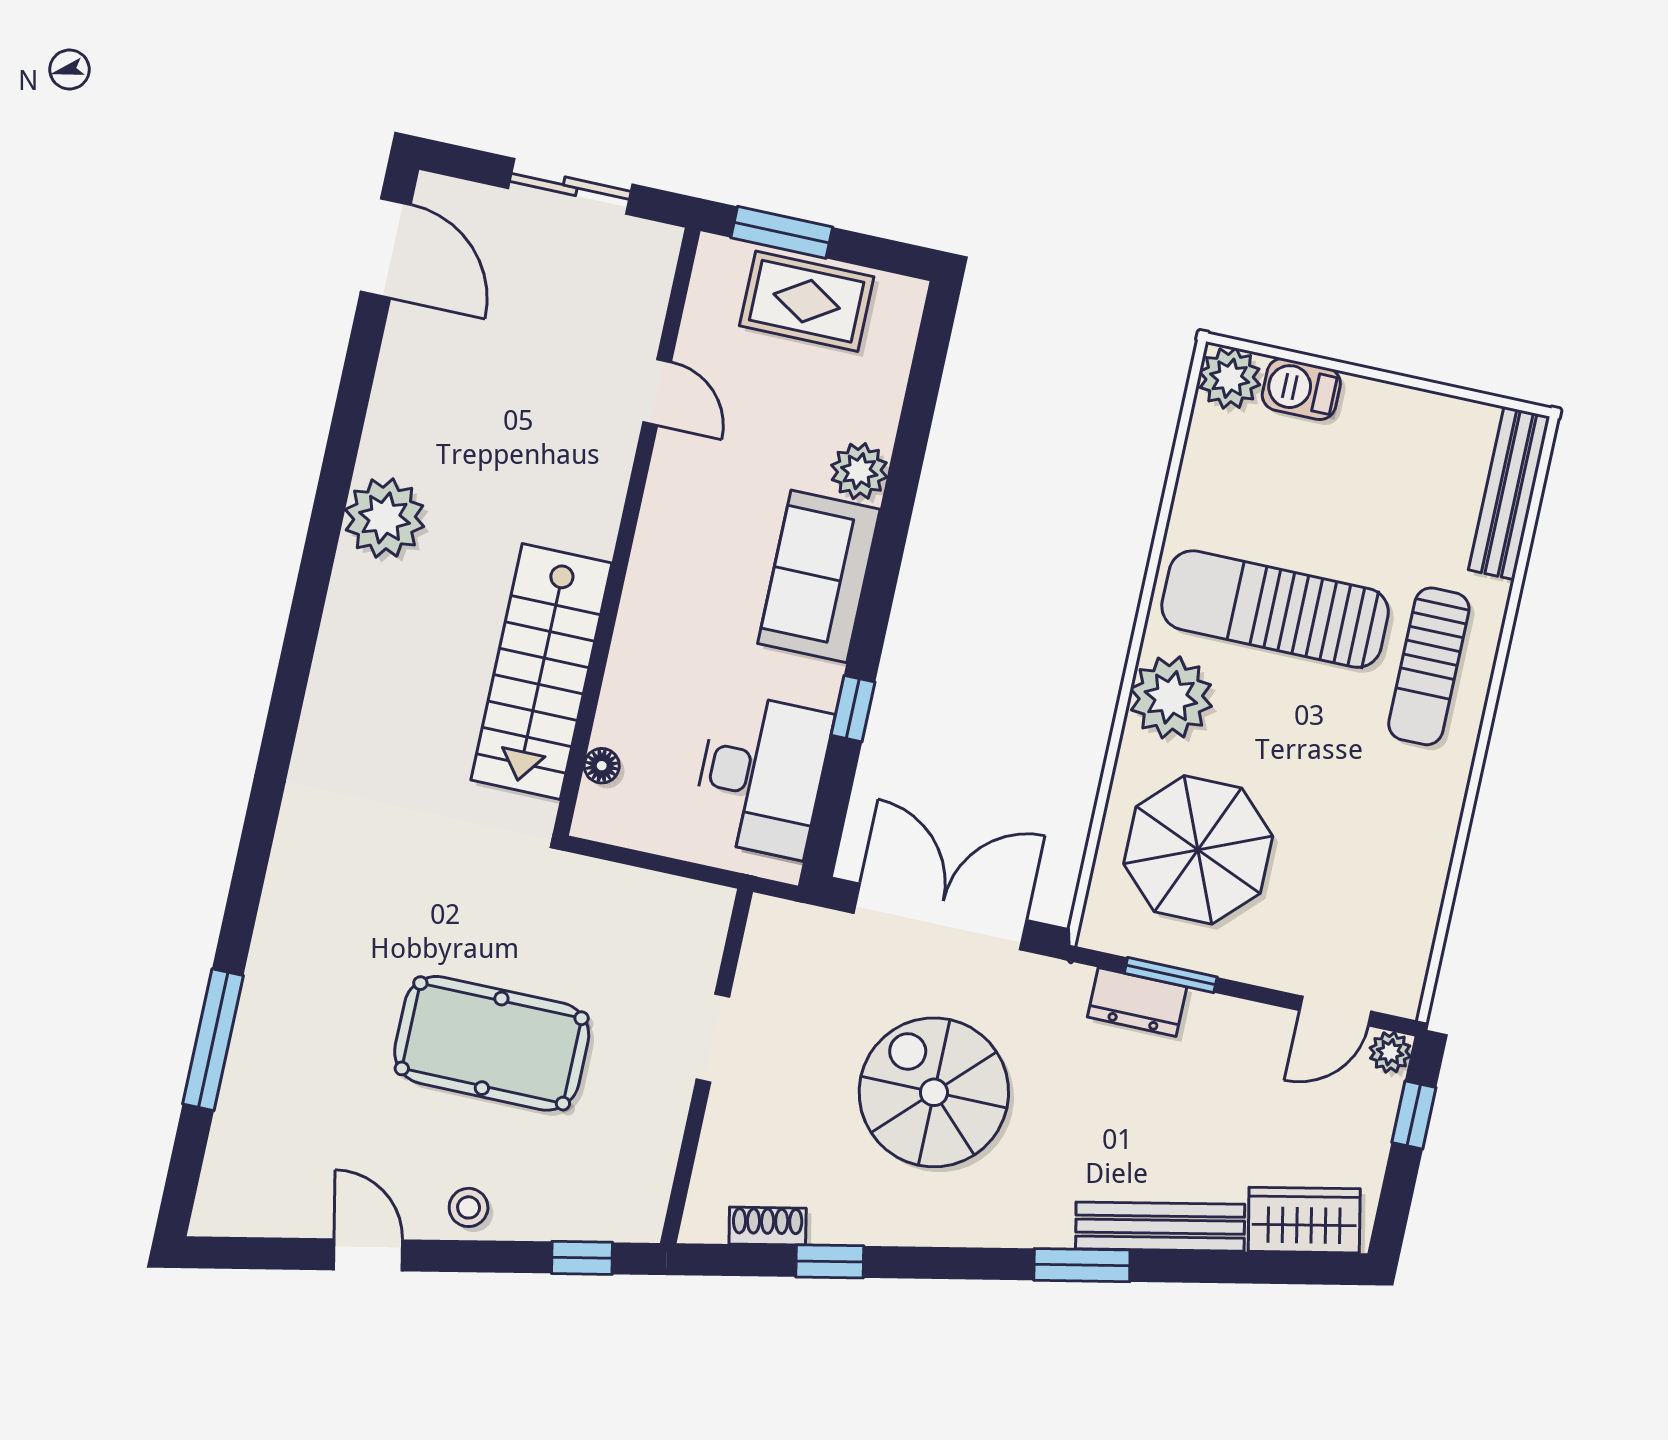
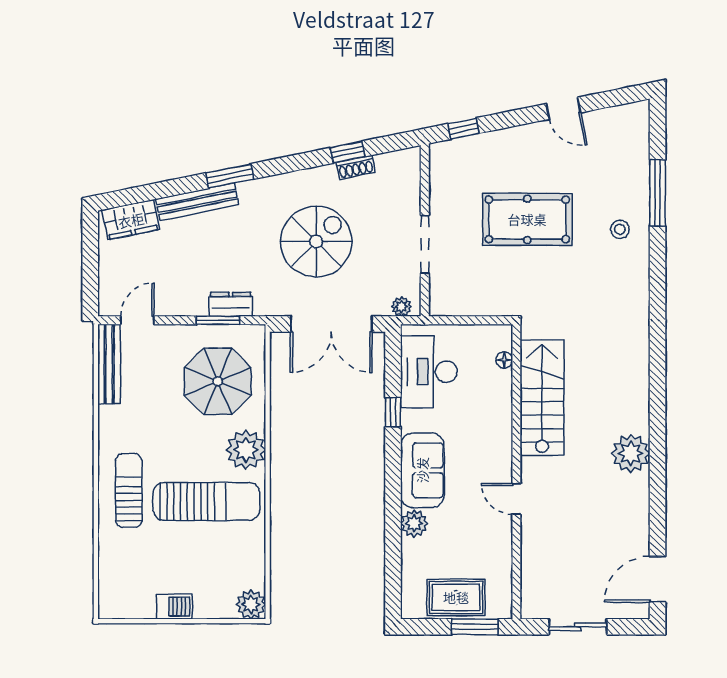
door: (386, 248) -> (658, 579), hinge flipped
barbecue: (1301, 389) -> (174, 607), moved
door: (657, 392) -> (516, 499), moved
bench: (1509, 493) -> (109, 364), moved
doorway: (713, 1038) -> (425, 244), width x1.38
plant: (1390, 1052) -> (401, 307), moved
spiral stairs: (934, 1092) -> (316, 242), turned -90
window: (1414, 1115) -> (90, 280), removed
stool: (469, 1207) -> (620, 229), moved
shoe rack: (768, 1226) -> (356, 167), moved

